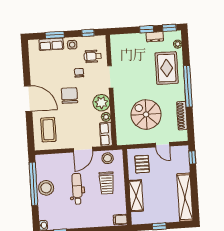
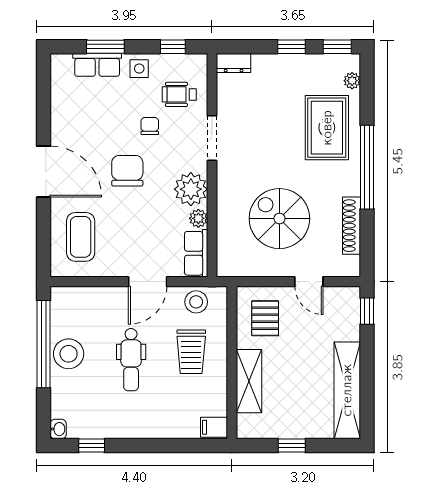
dresser: (155, 37) -> (234, 63), moved
dental chair: (77, 189) -> (131, 360), turned 180

